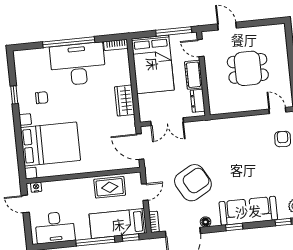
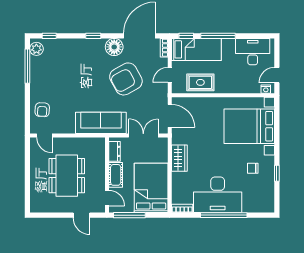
dining table: (248, 68) -> (67, 176), width x1.38
door: (25, 204) -> (277, 75), swing flipped
sofa: (248, 211) -> (101, 123), moved, turned 180
floor lamp: (206, 222) -> (114, 47), width x1.89, depth x1.89

